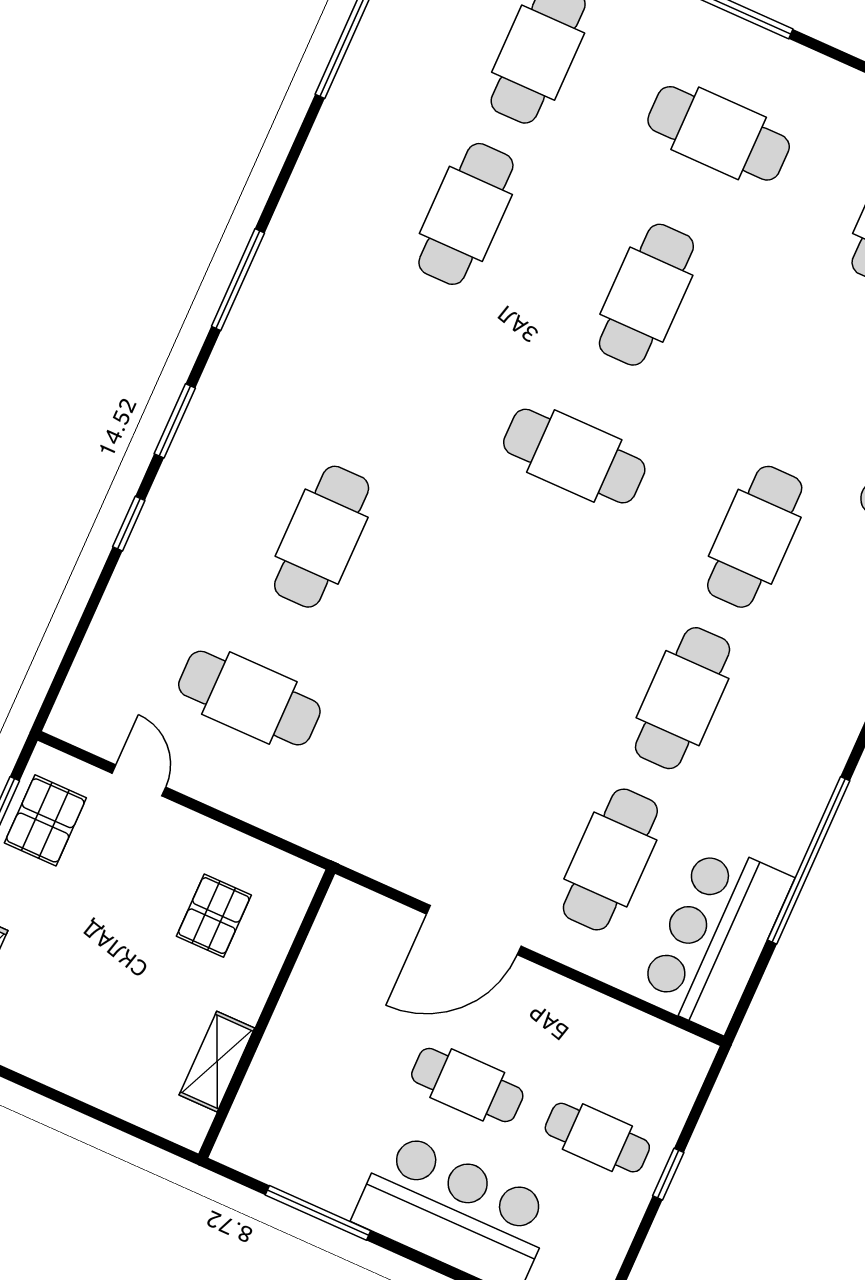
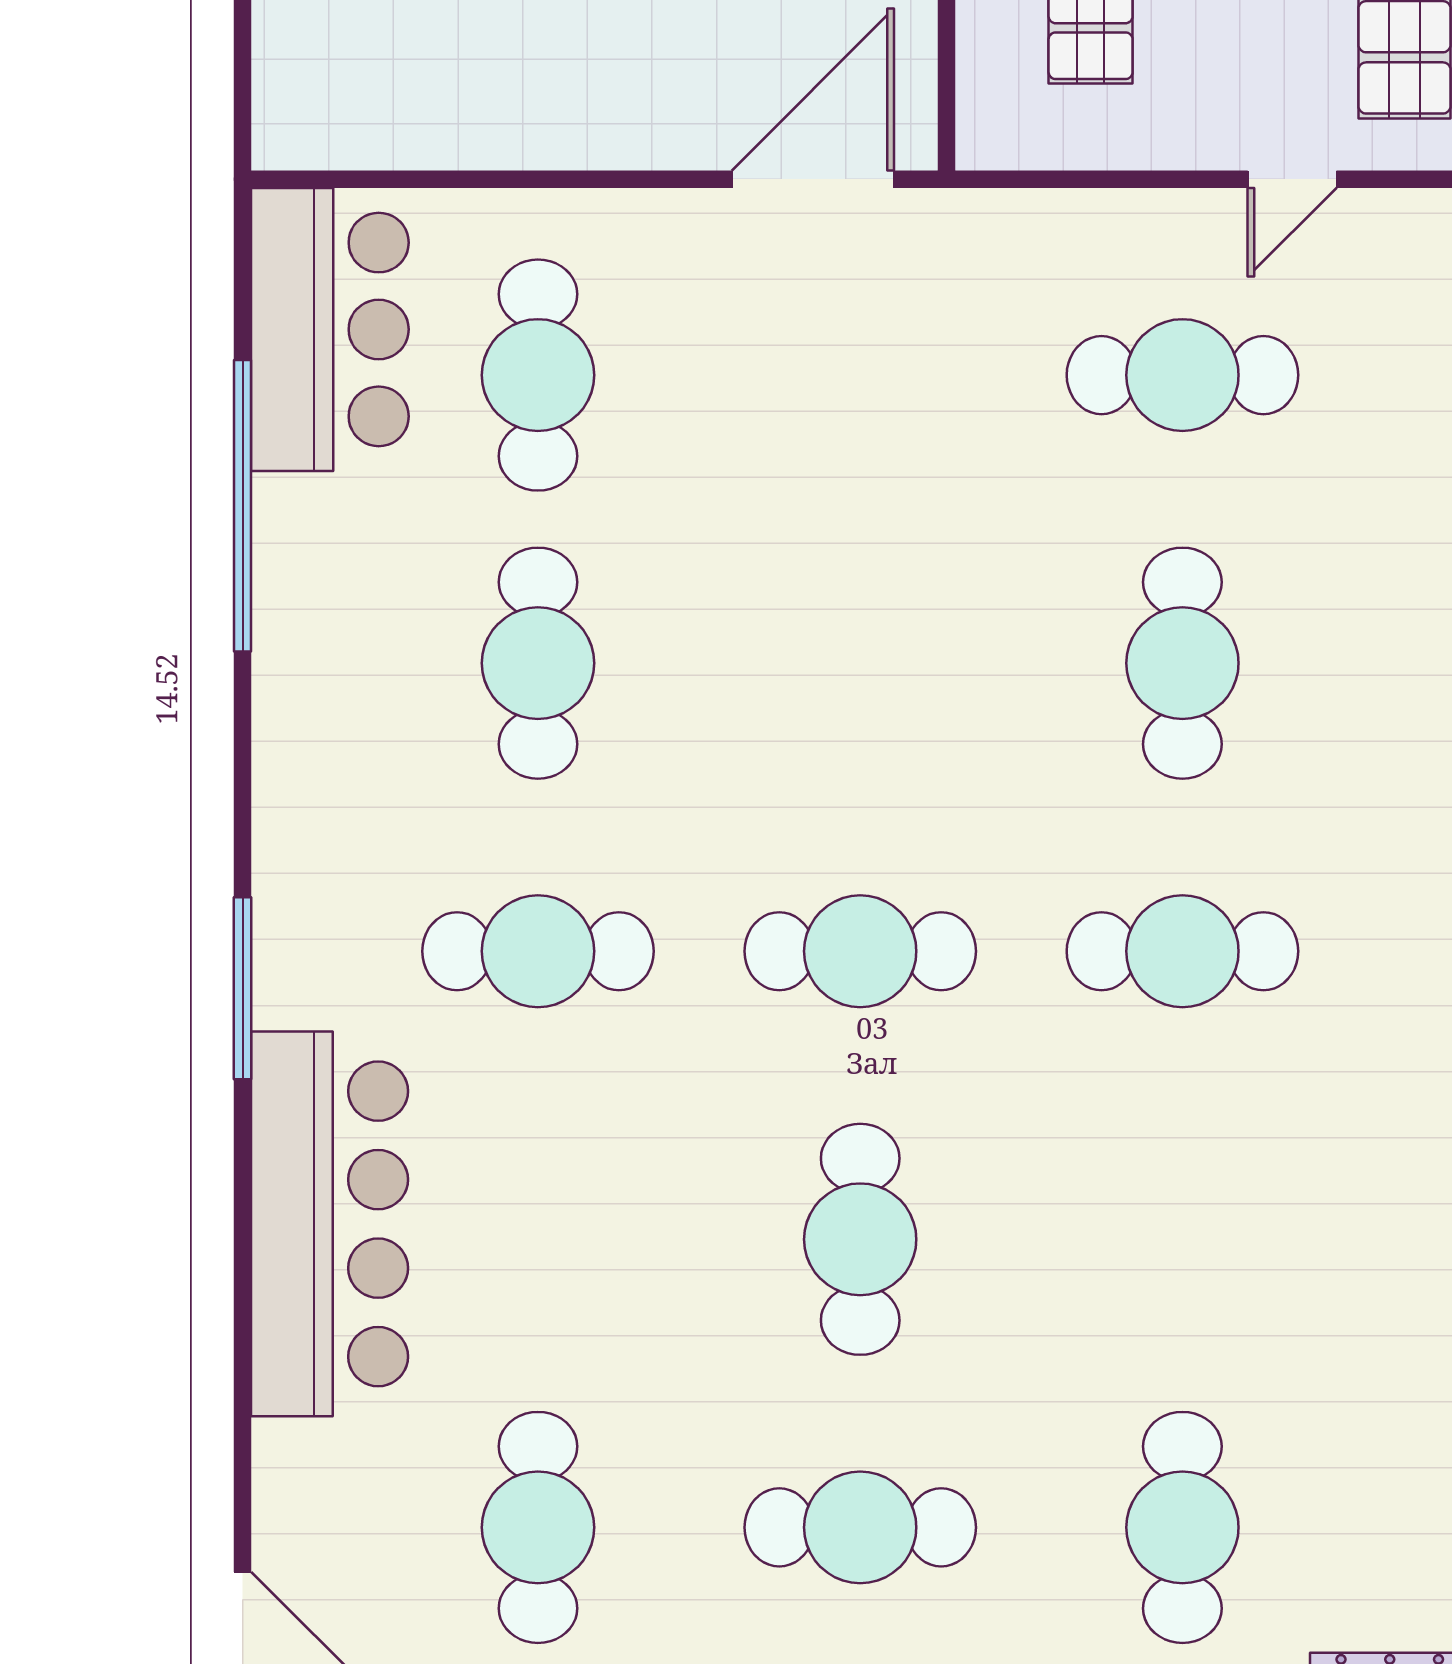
cafe table: (466, 214) -> (1182, 951), moved, turned 90
cafe table: (755, 537) -> (538, 951), turned 90
door: (139, 780) -> (1292, 179), hinge flipped
door: (474, 930) -> (813, 179), moved

